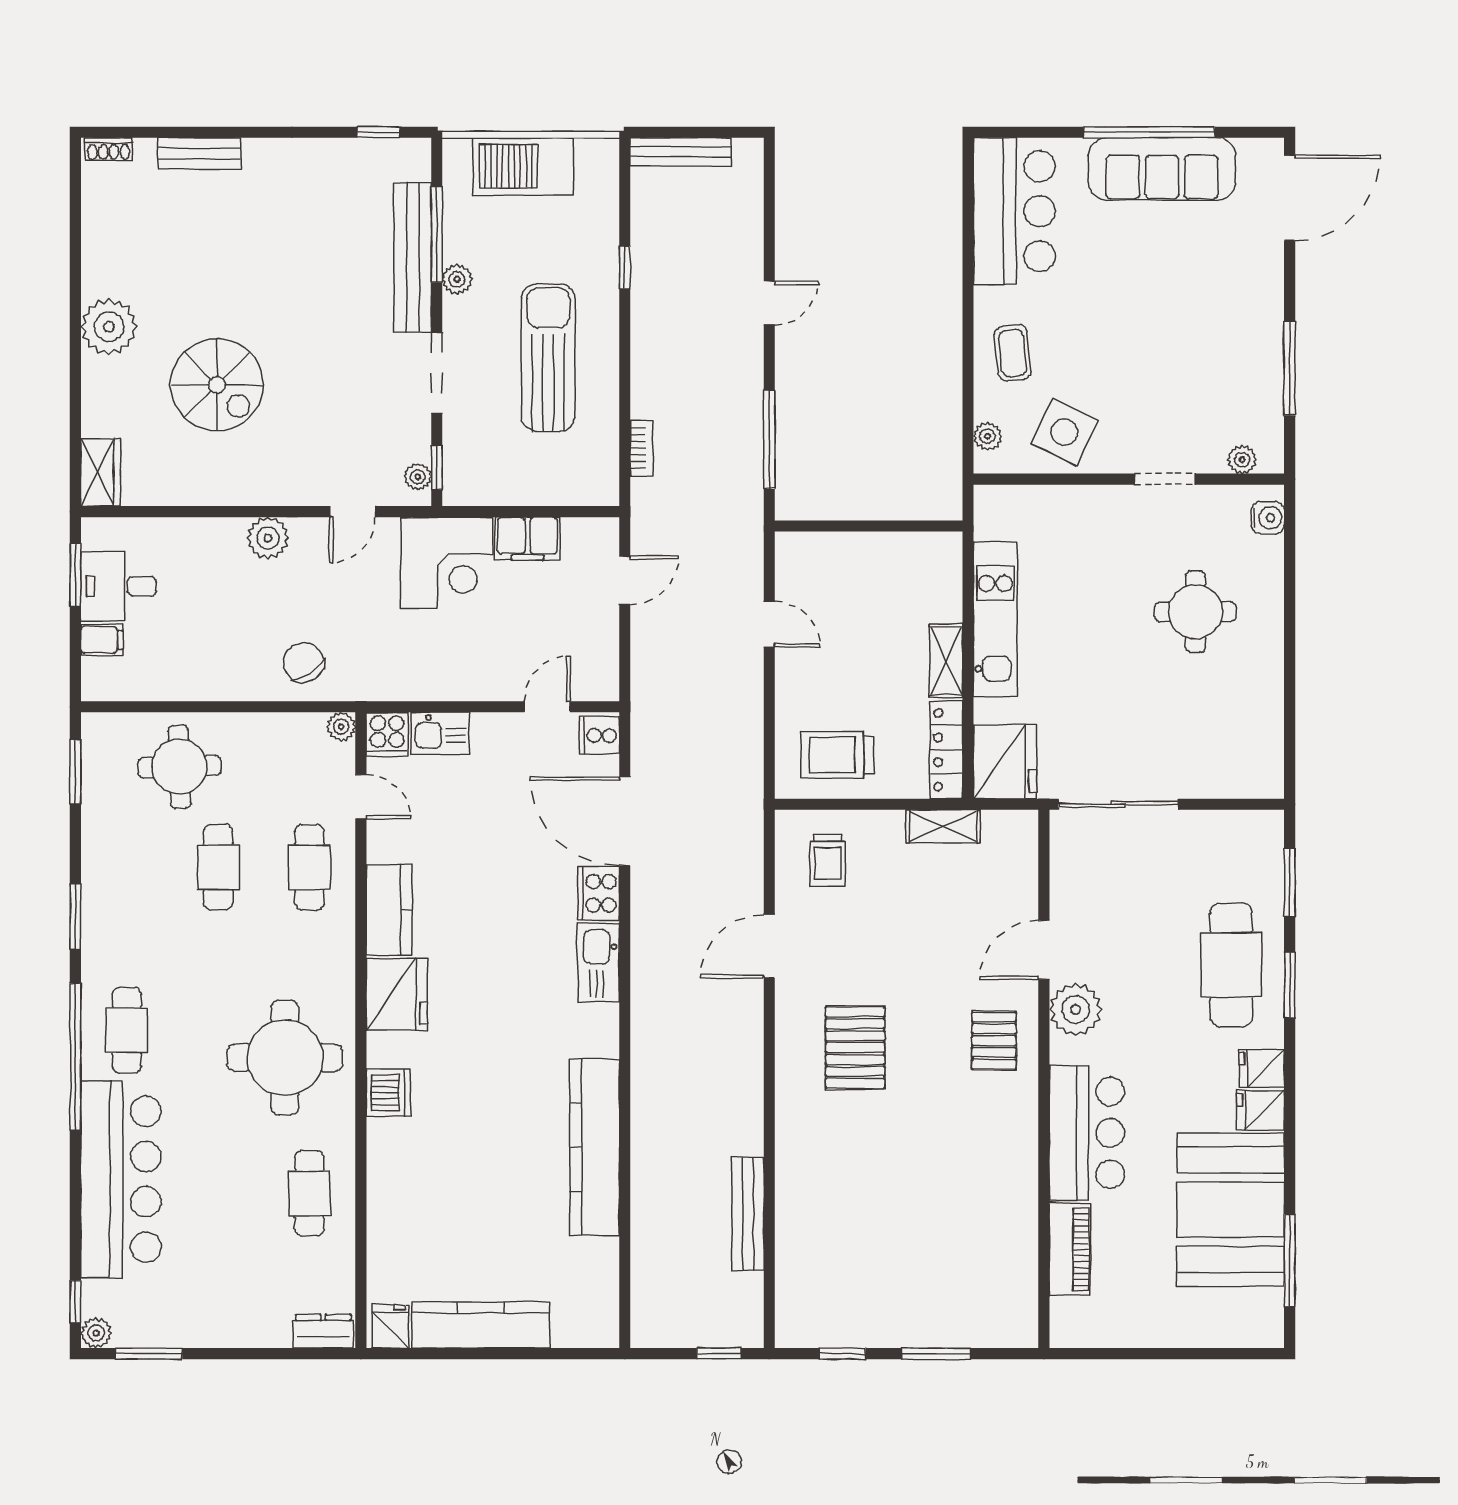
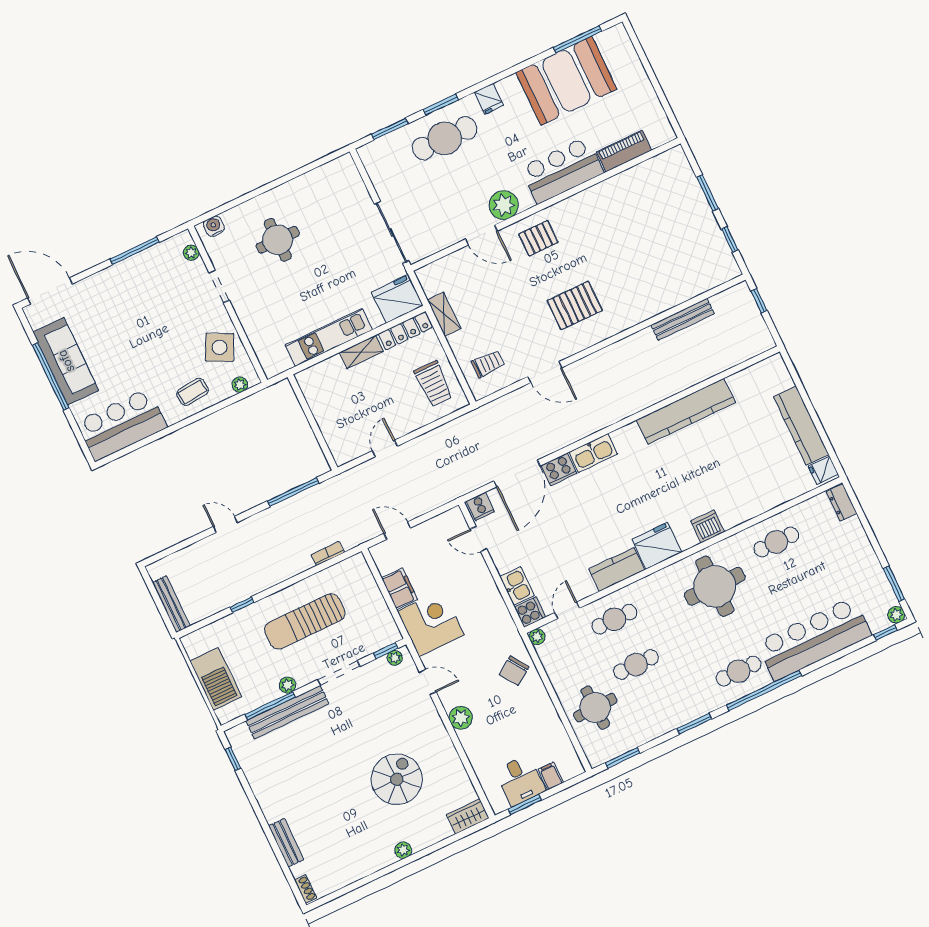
plant: (109, 327) -> (403, 850), width x0.53, depth x0.53
fridge: (1260, 1110) -> (510, 89), removed

